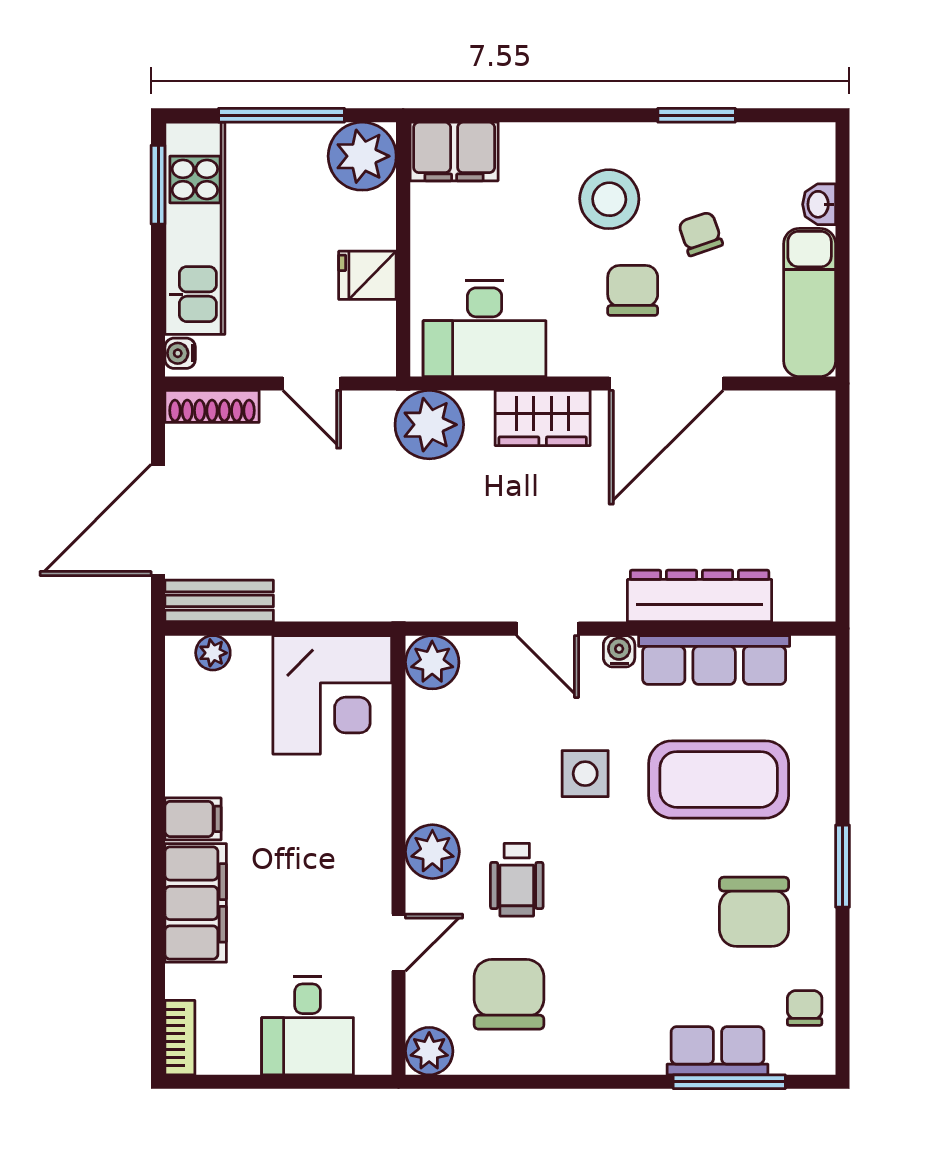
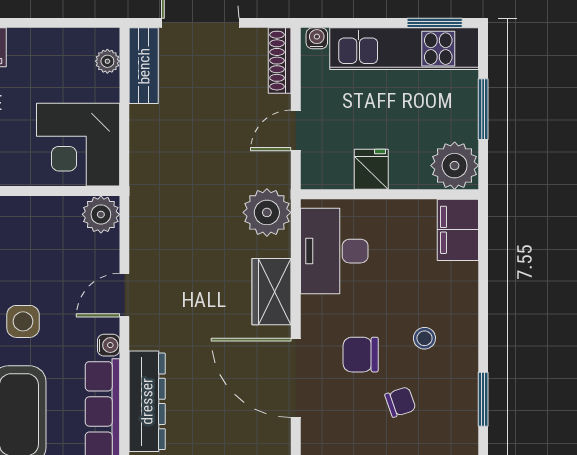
window: (281, 115) -> (483, 109), width x0.69
stool: (609, 199) -> (424, 338), width x0.53, depth x0.53
chair: (633, 290) -> (361, 355), turned 180

